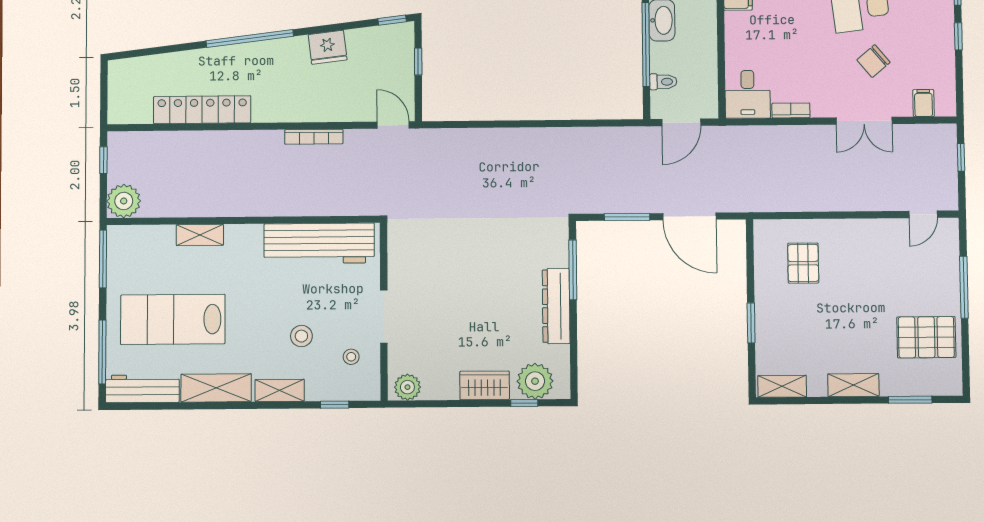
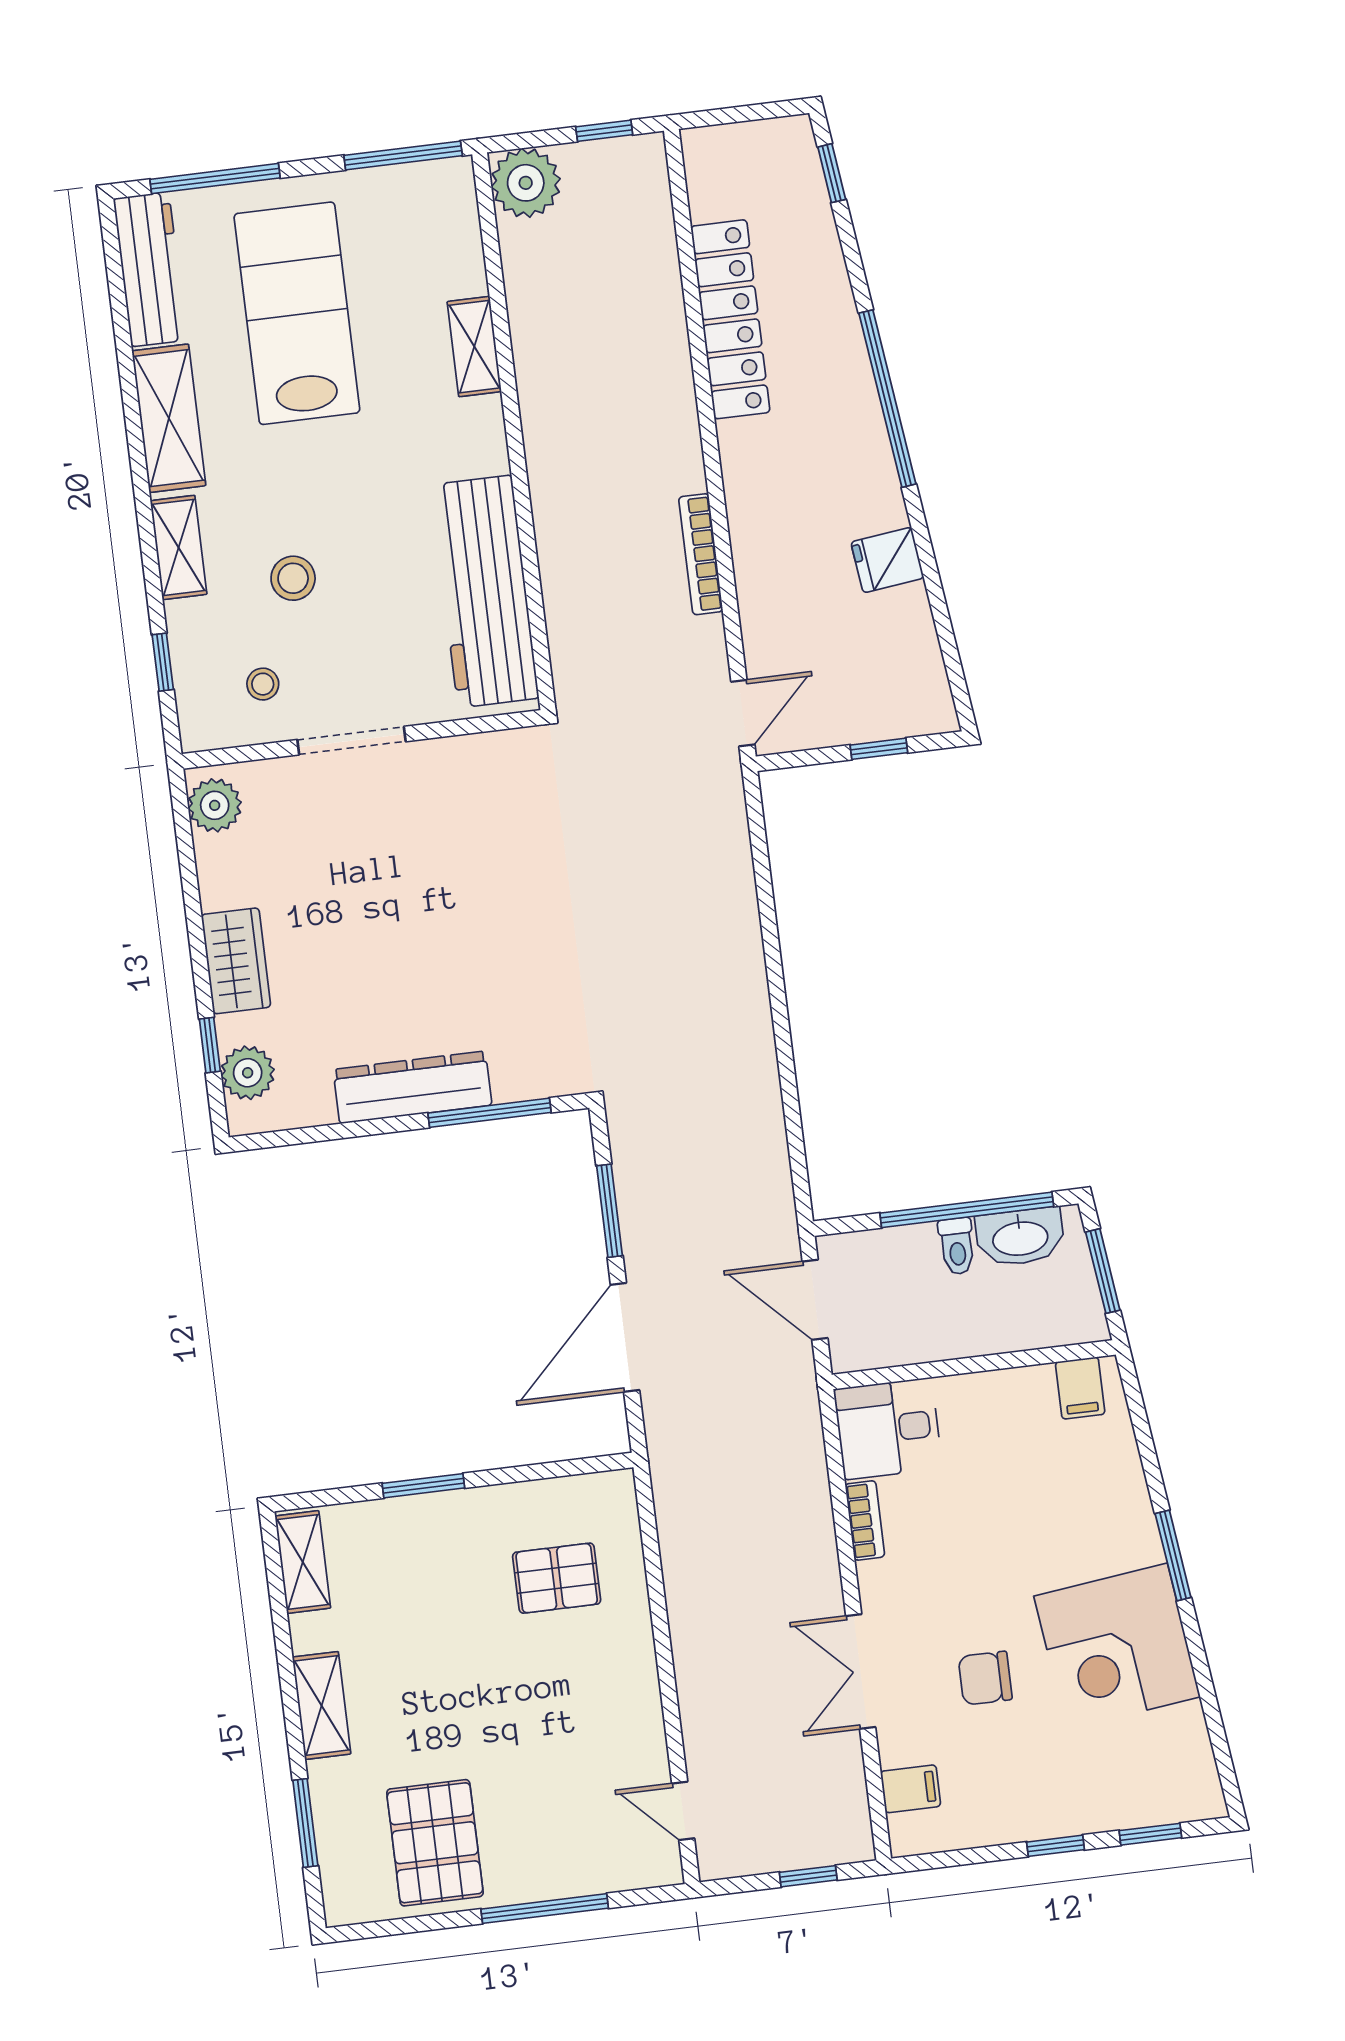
window: (392, 20) -> (832, 173), moved
fridge: (328, 47) -> (887, 560), width x0.72
chair: (873, 61) -> (985, 1678), turned -50
toilet: (663, 82) -> (957, 1246), moved
plant: (535, 381) -> (248, 1073), width x0.73, depth x0.73

